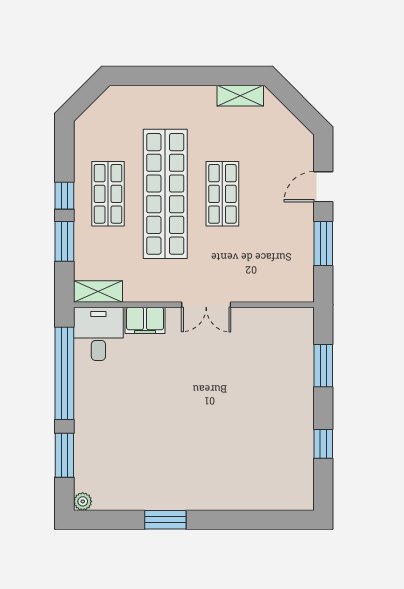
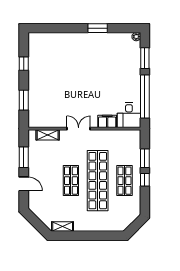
door: (323, 187) -> (24, 184), hinge flipped
shelving: (98, 292) -> (48, 135), moved

